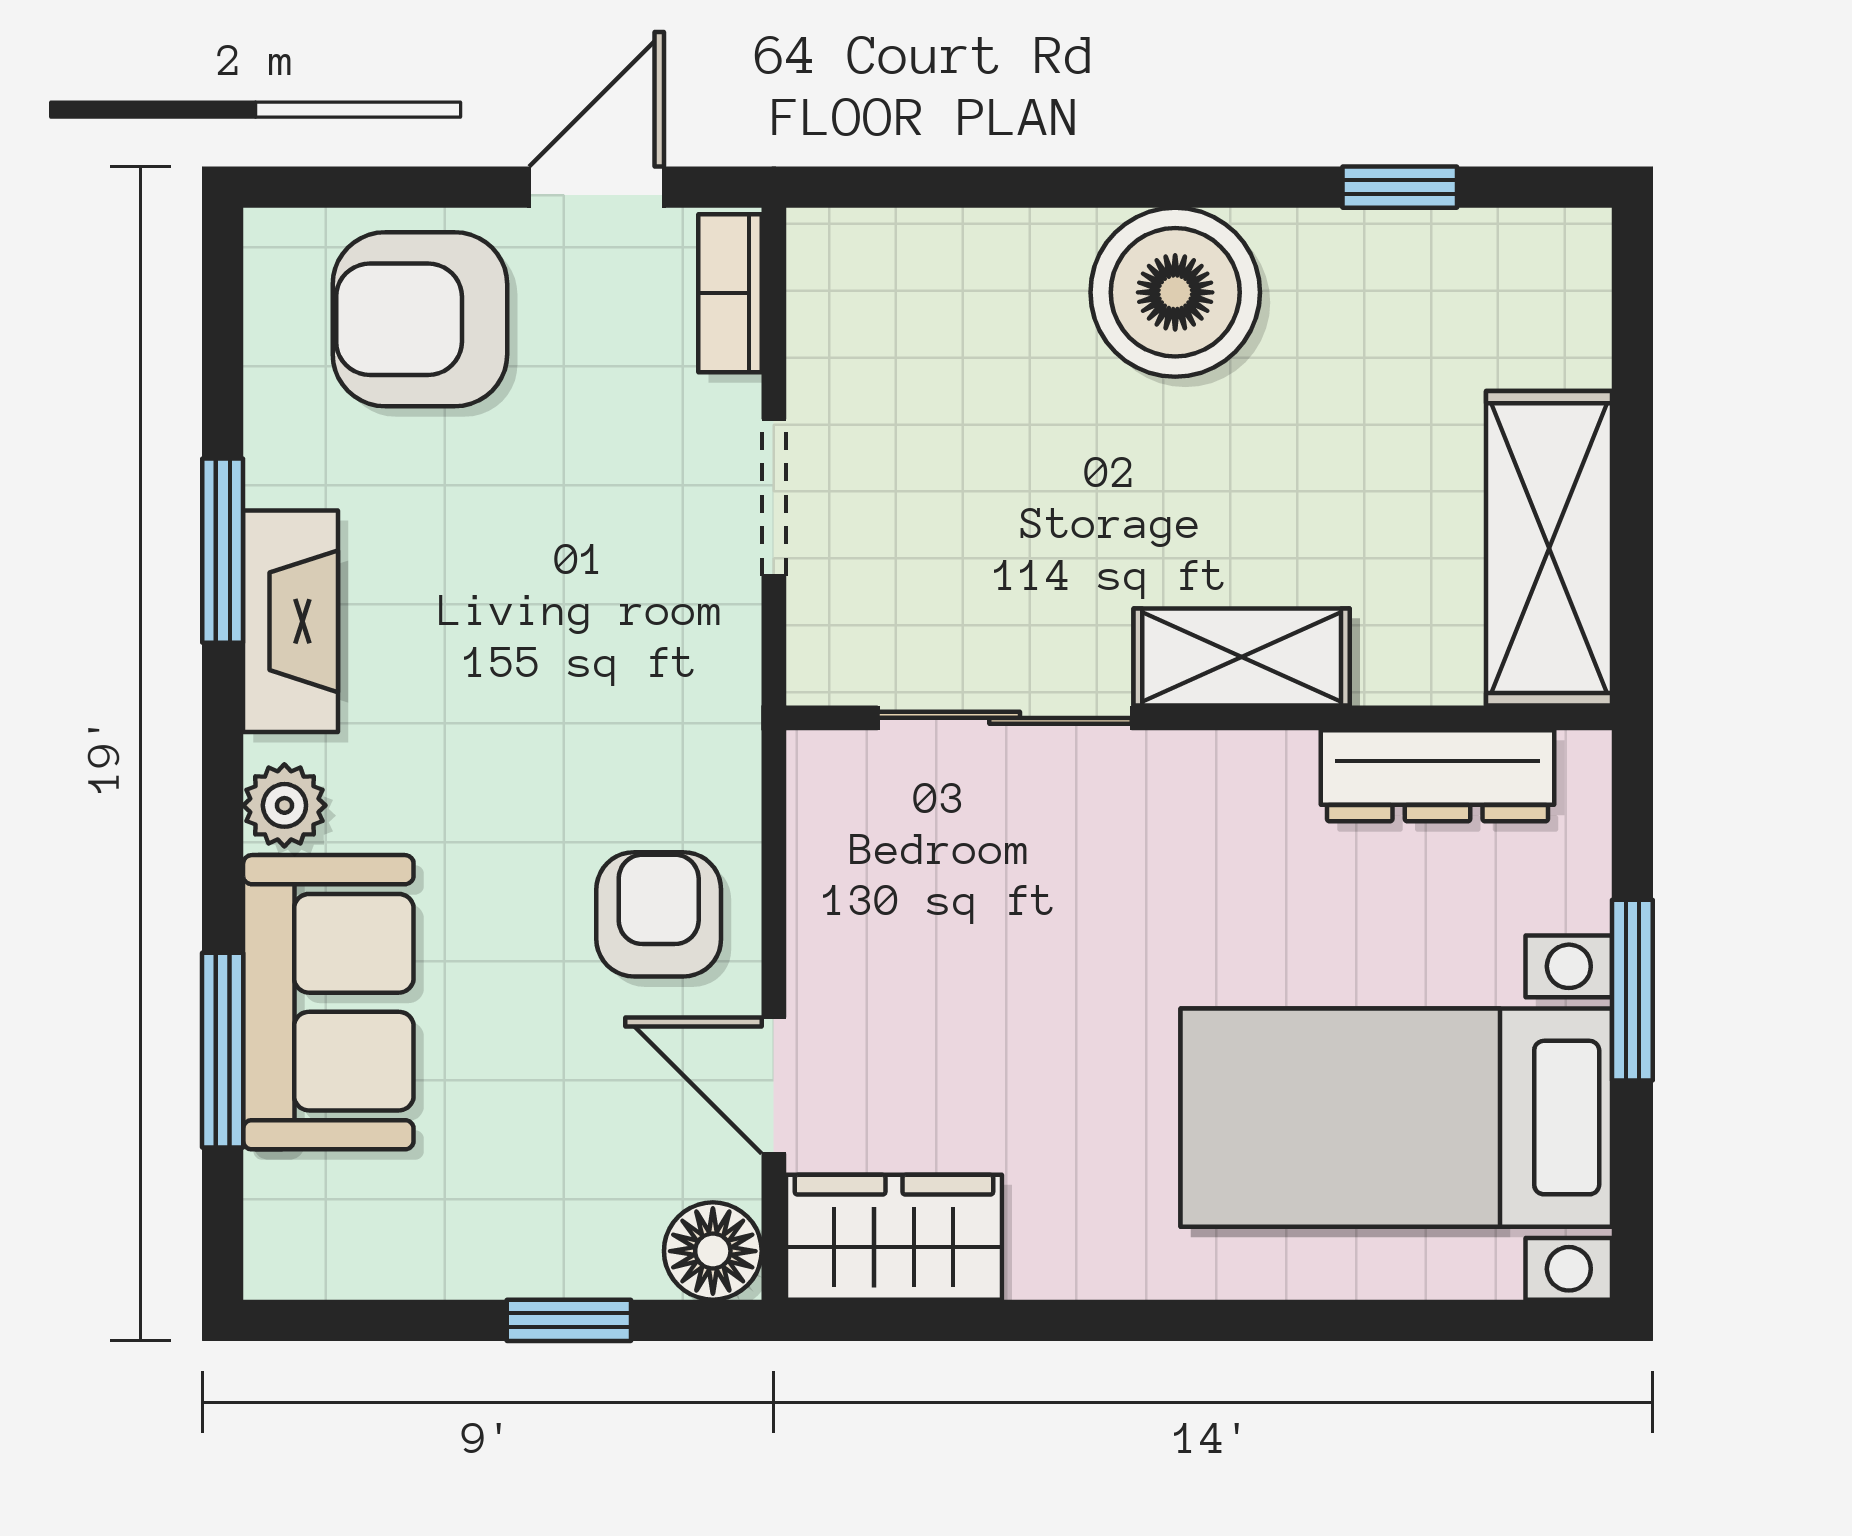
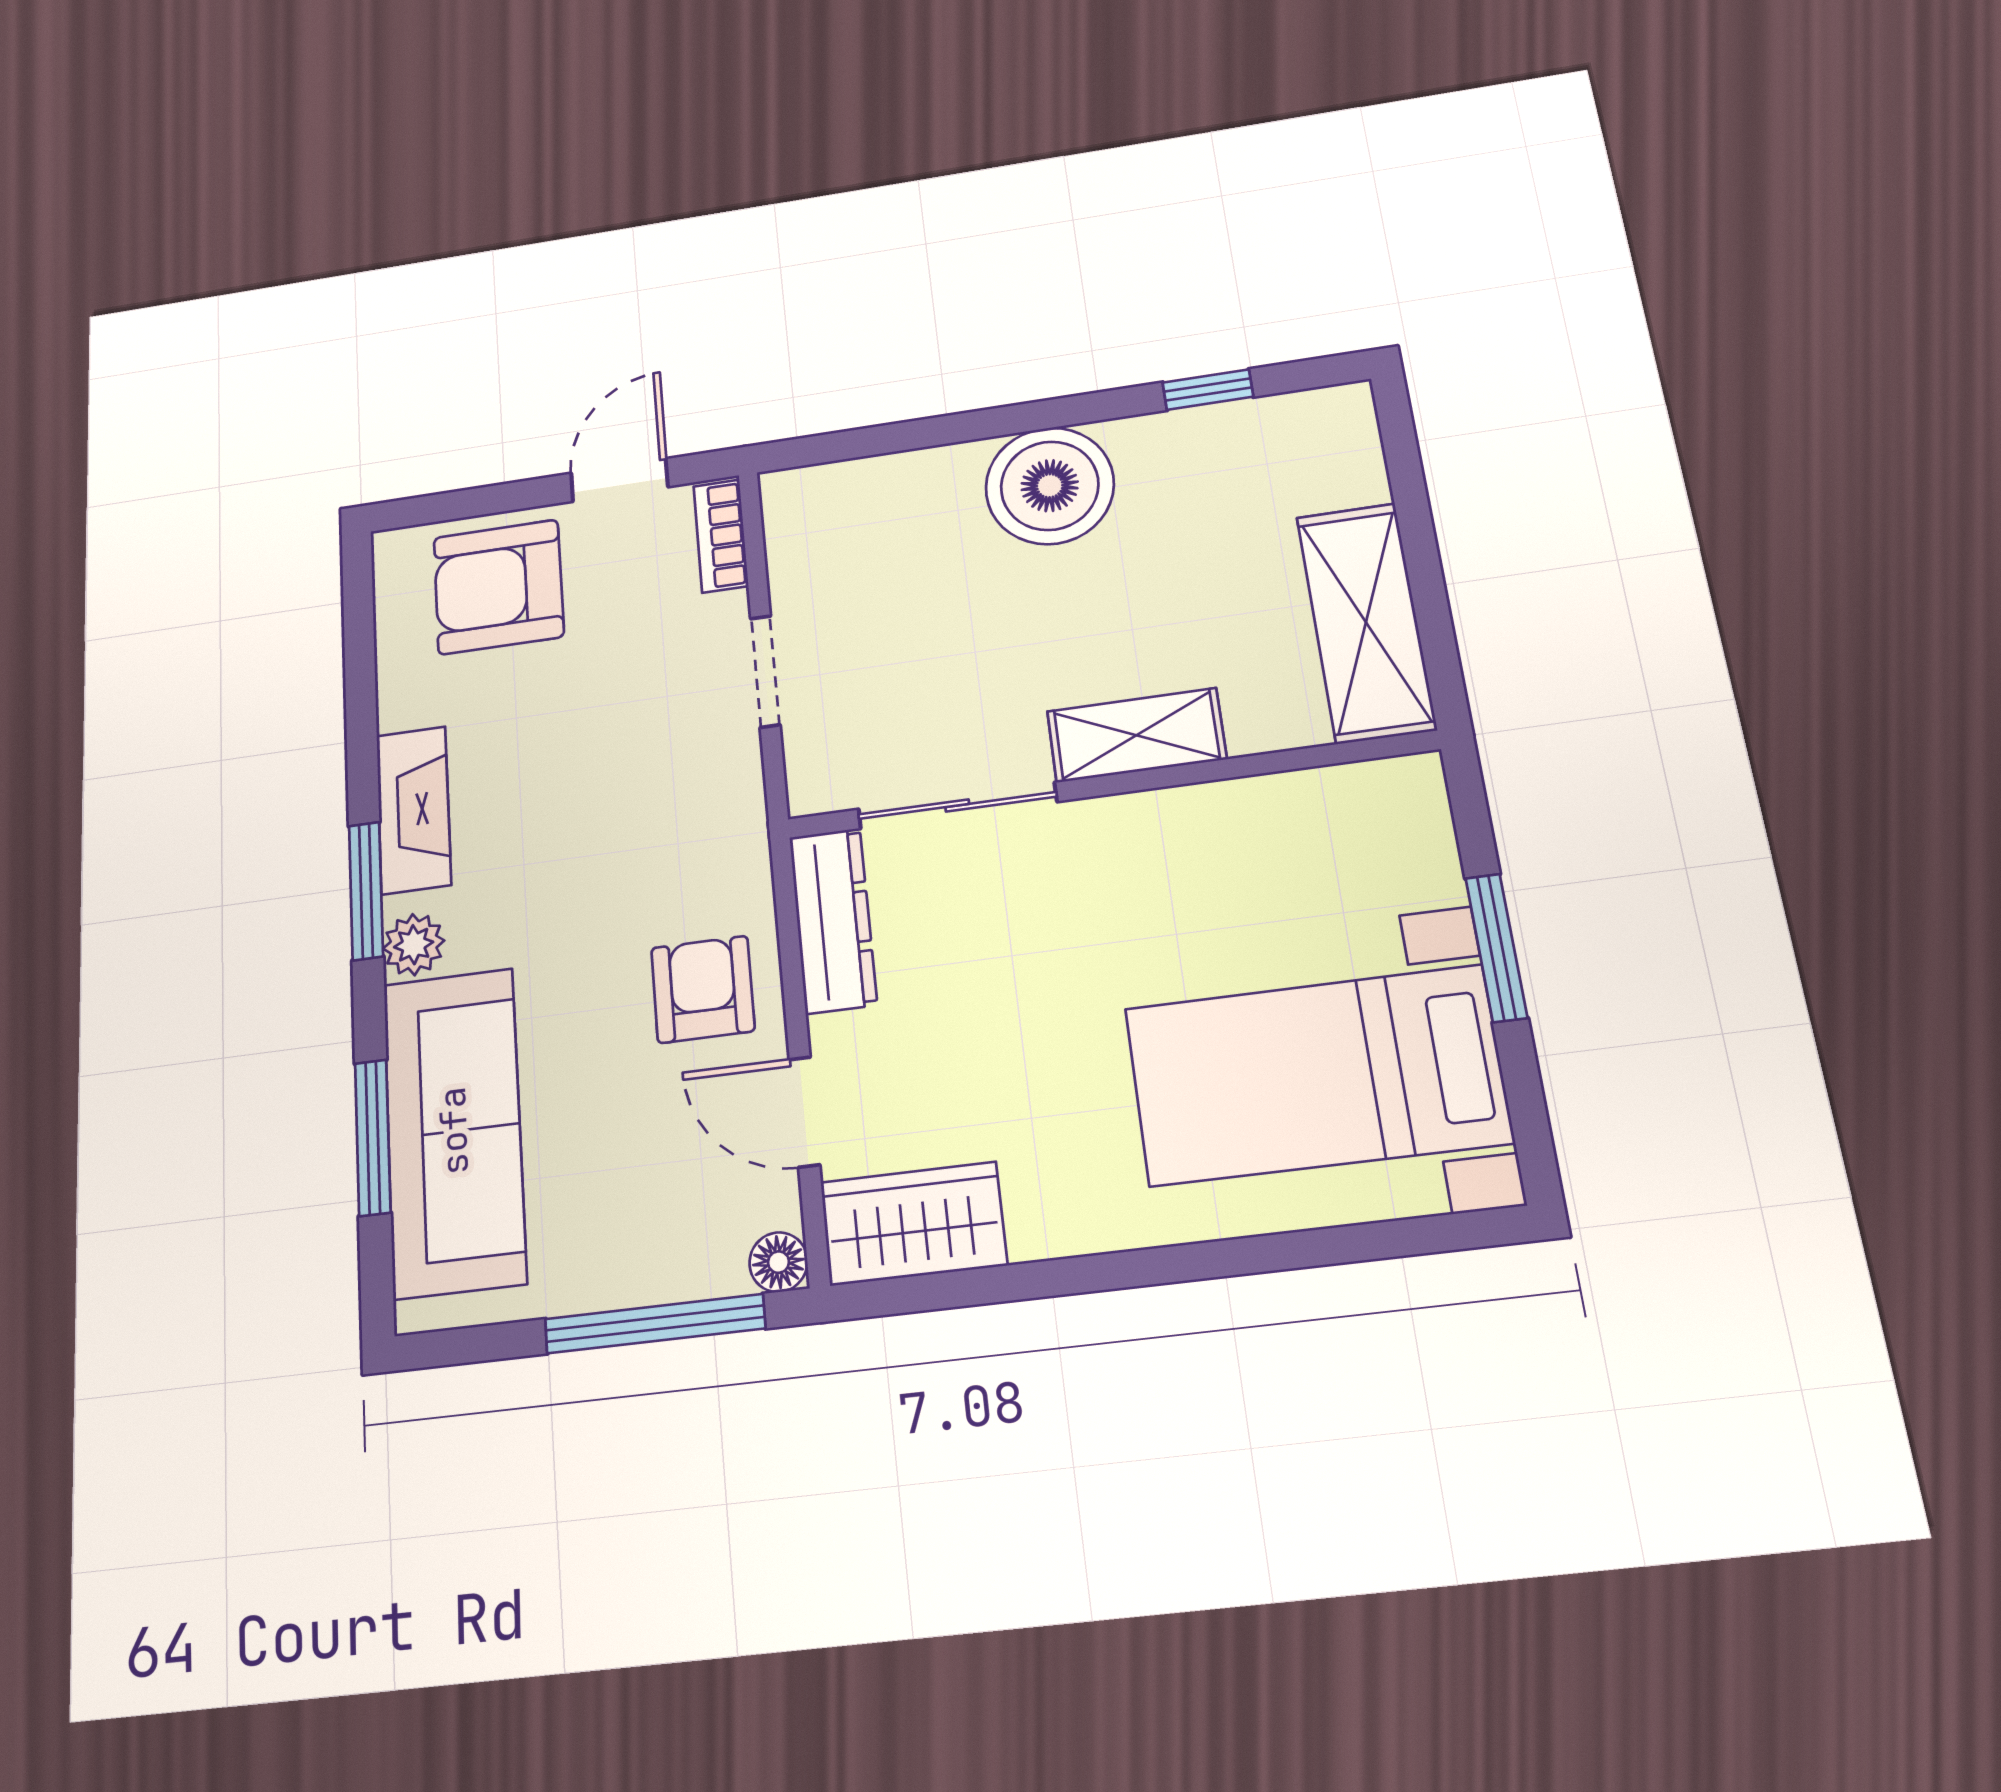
window: (223, 551) -> (366, 891), moved
dresser: (1438, 776) -> (833, 920), moved, turned -90
sofa: (328, 1002) -> (454, 1131), width x1.36
floor lamp: (713, 1251) -> (778, 1262), width x0.73, depth x0.73
window: (569, 1320) -> (655, 1324), width x2.17

